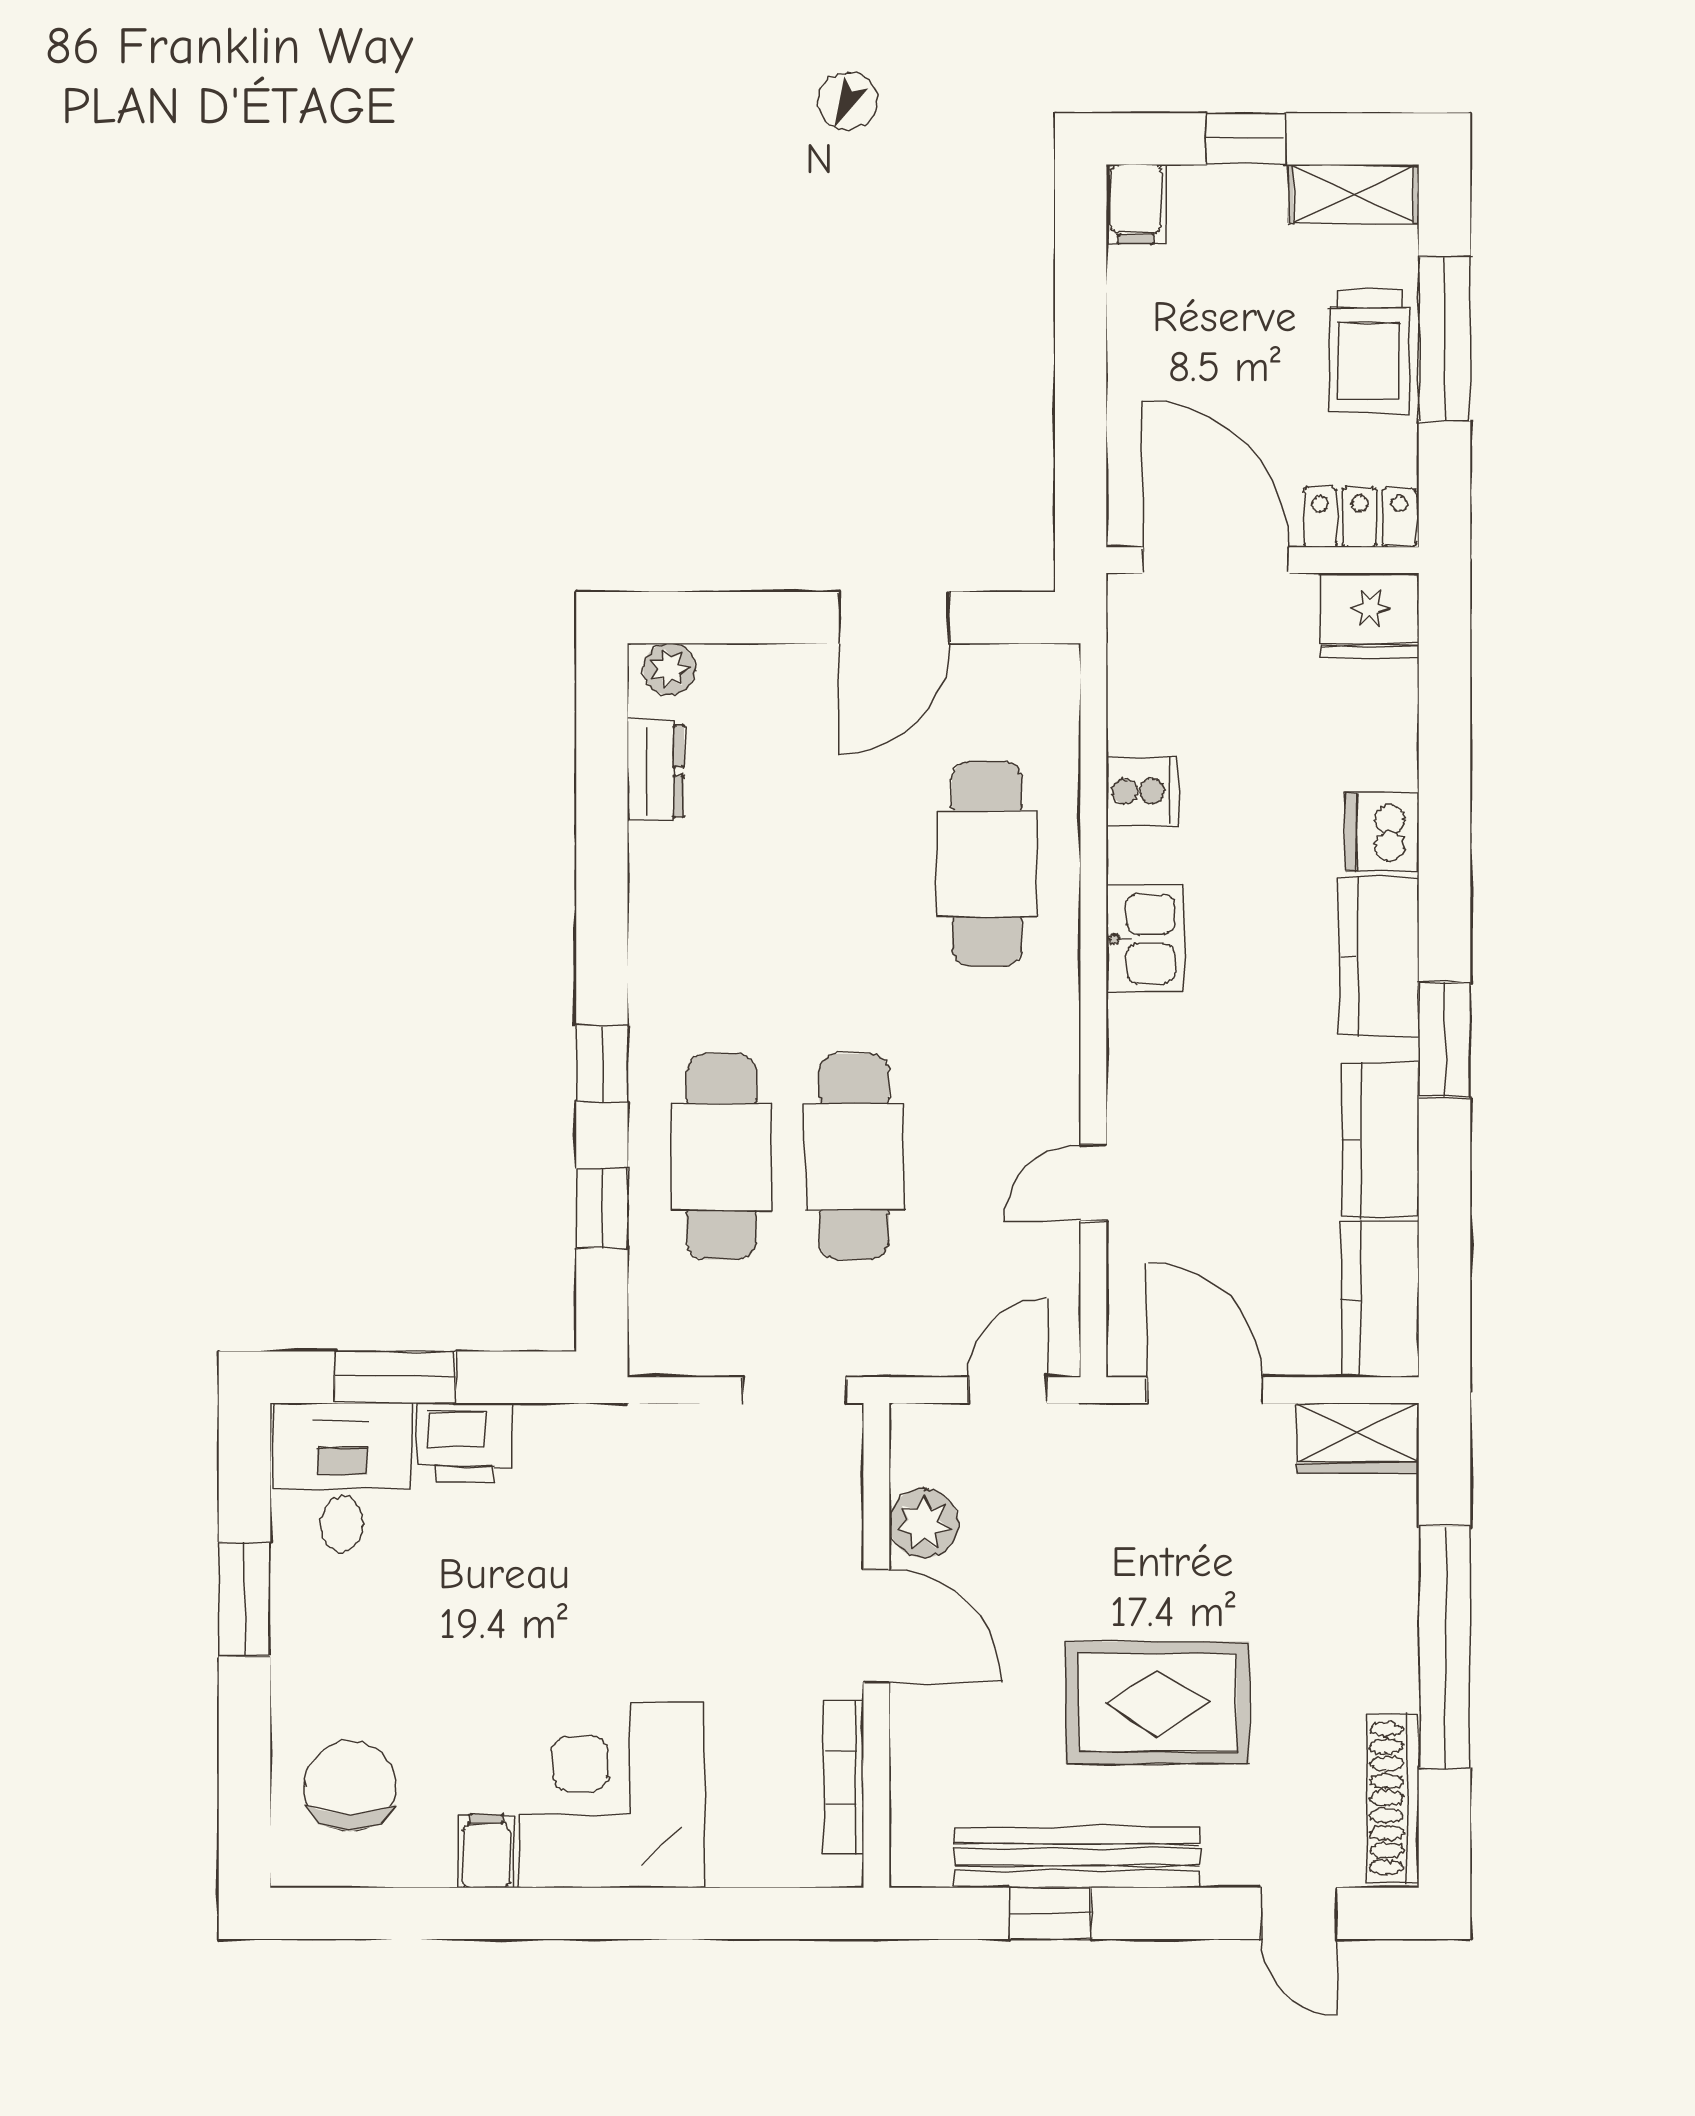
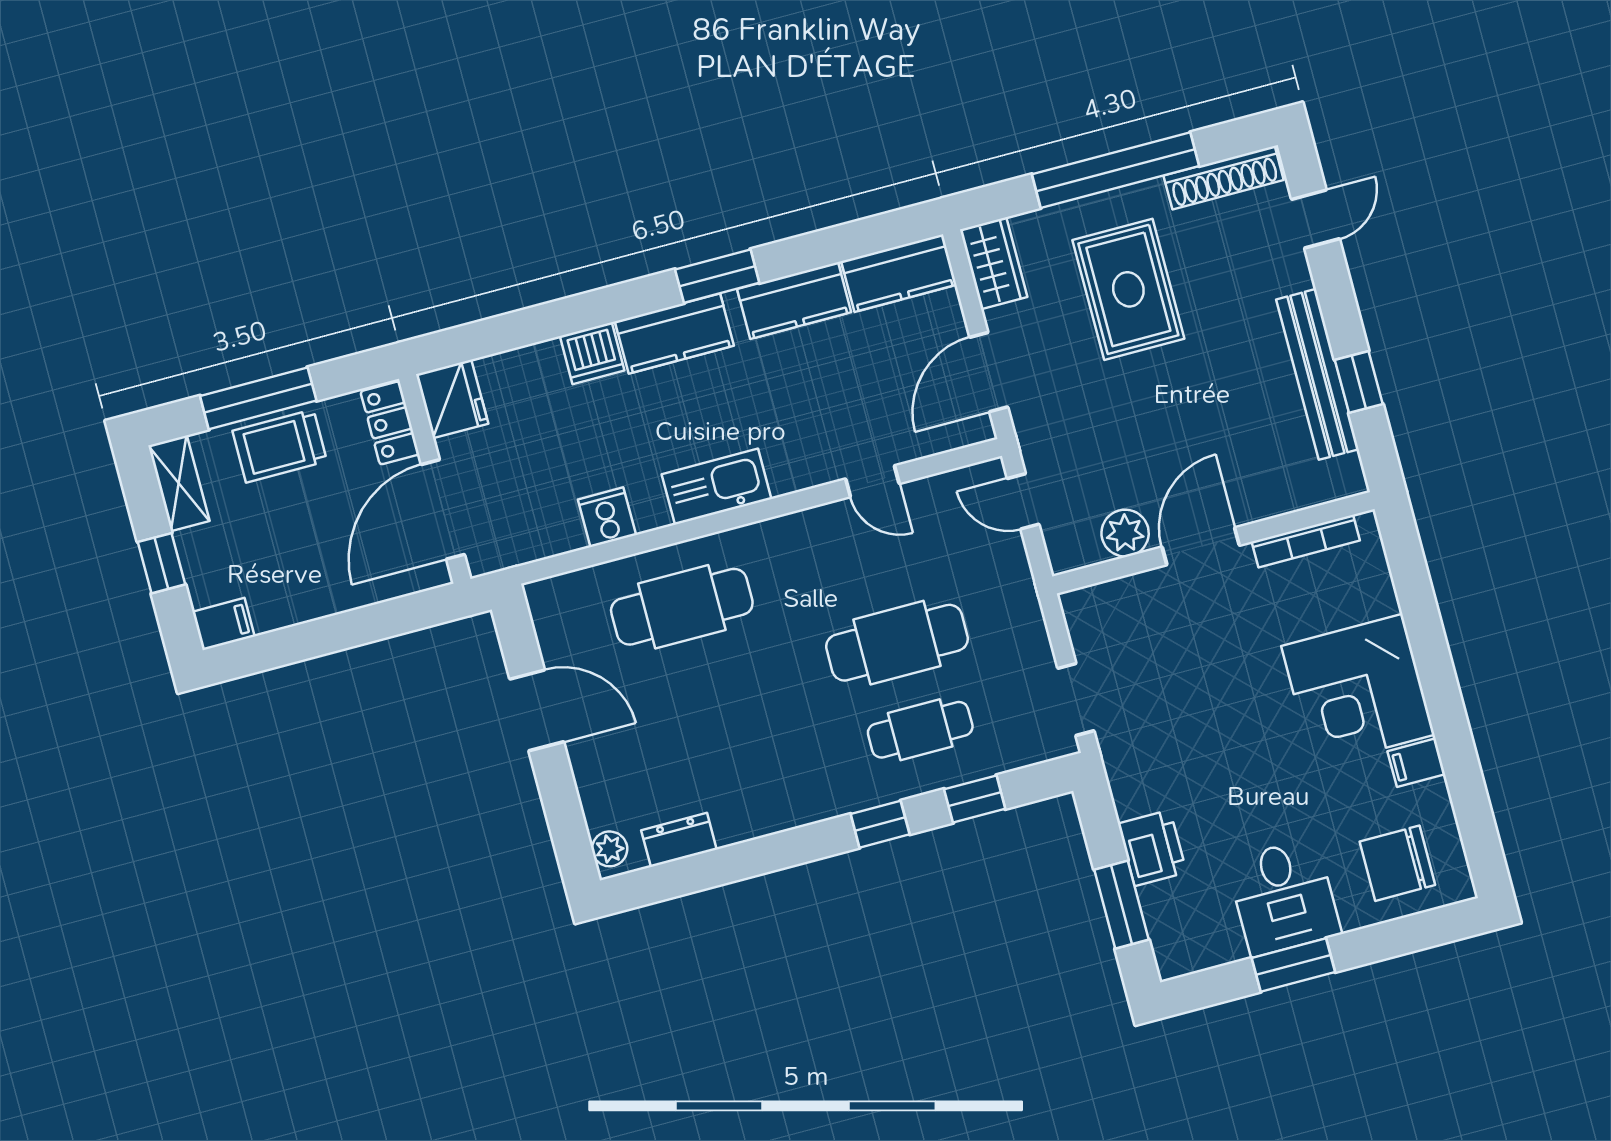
trolley: (1368, 352) -> (280, 446), turned 180
kitchen sink: (1145, 939) -> (717, 487), width x1.38
cafe table: (721, 1157) -> (920, 730), width x0.73, depth x0.74
doorway: (794, 1390) -> (1076, 699), moved
desk: (342, 1478) -> (1284, 897), moved, turned -90
rug: (1157, 1703) -> (1128, 289), moved

